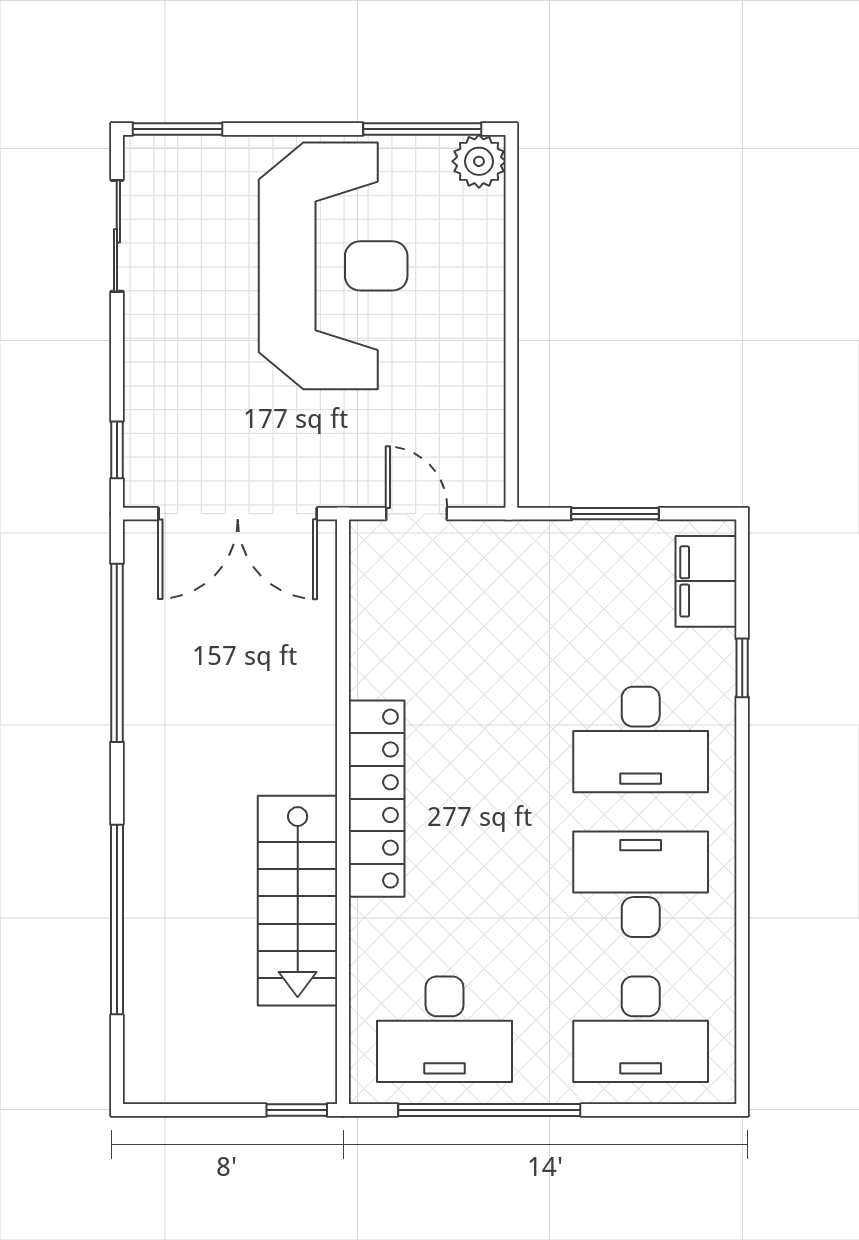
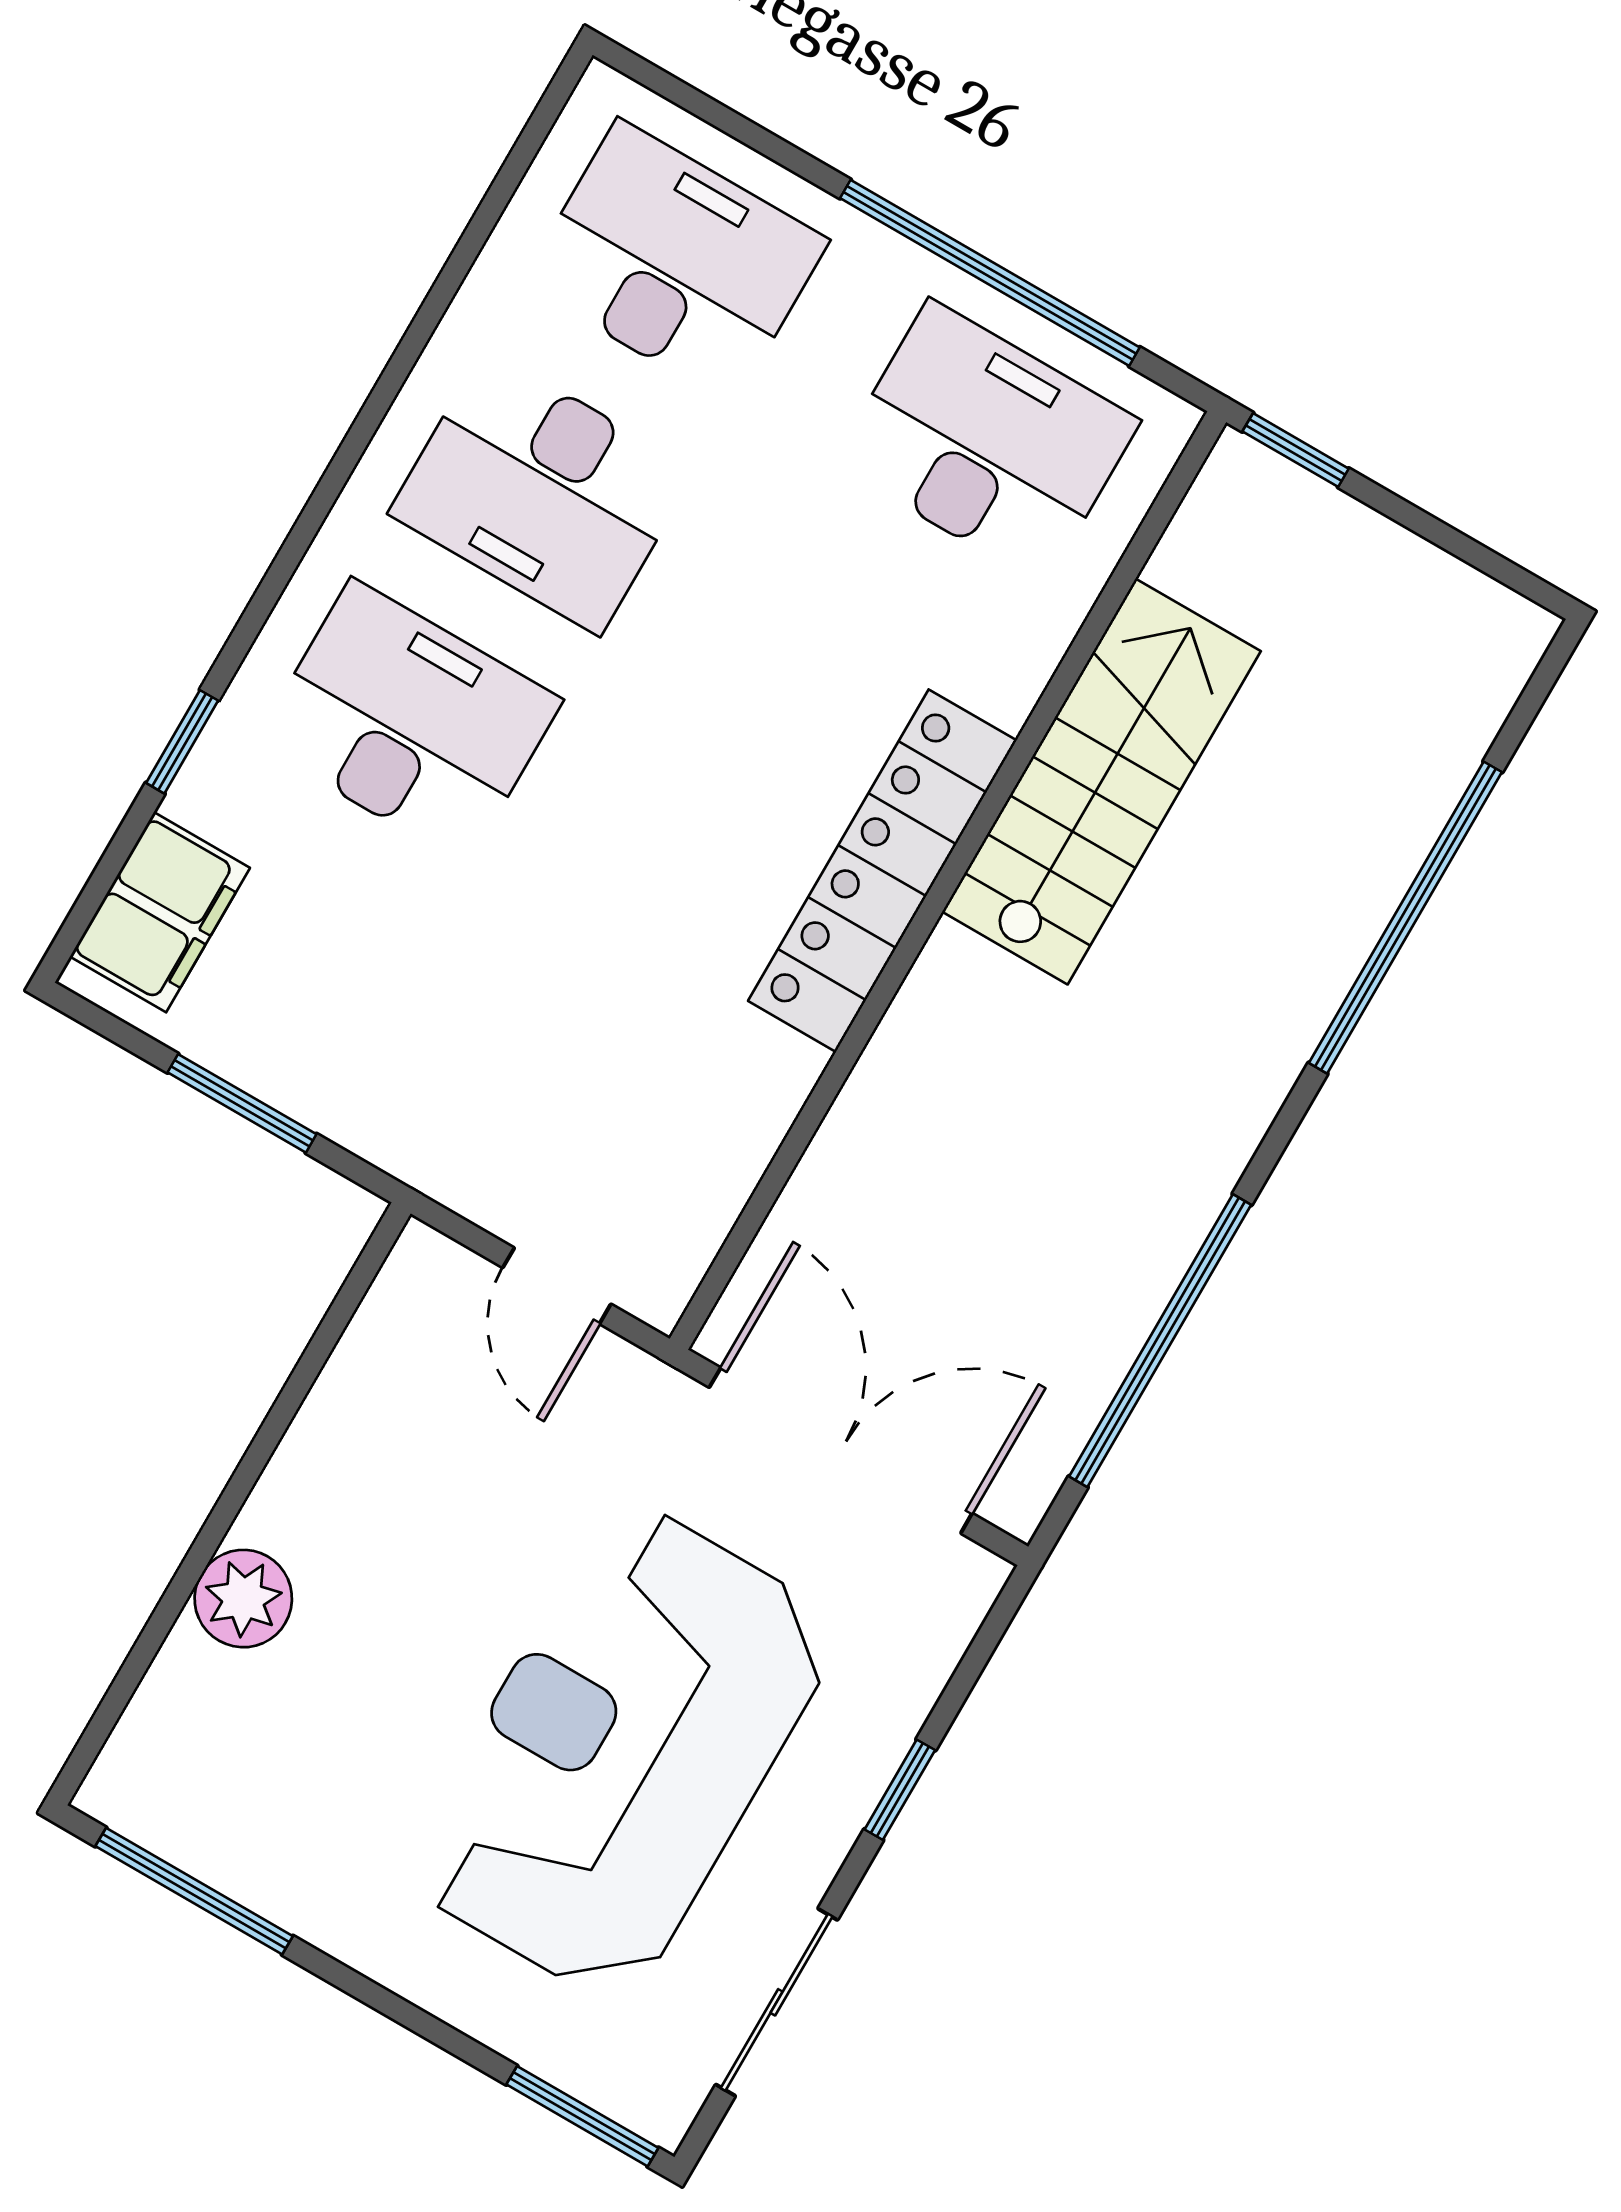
plant: (479, 161) -> (243, 1599), moved
reception desk: (333, 266) -> (622, 1752), moved
window: (117, 450) -> (900, 1790), moved

